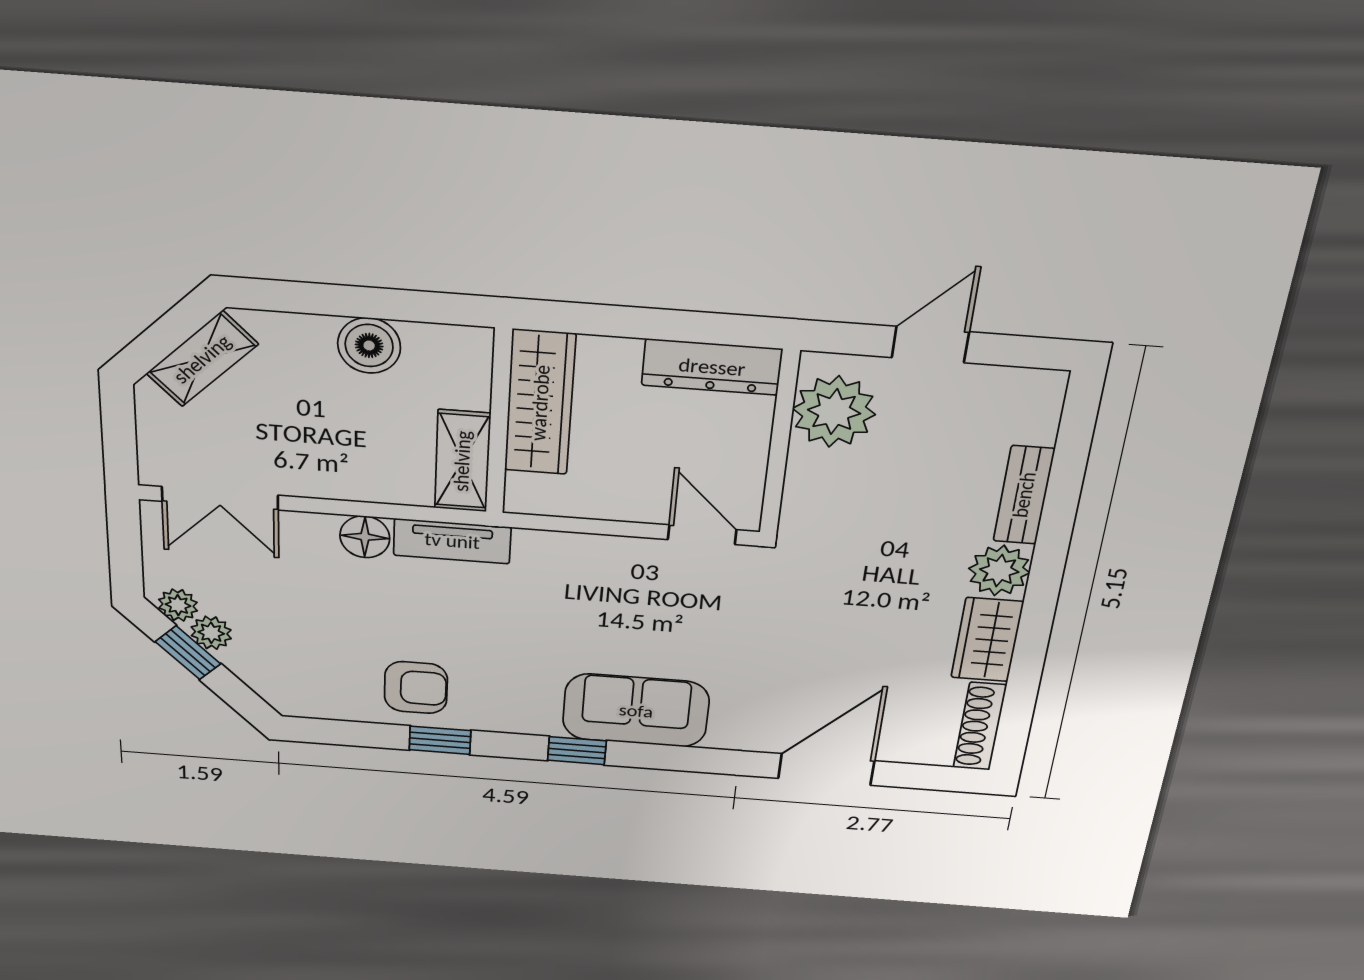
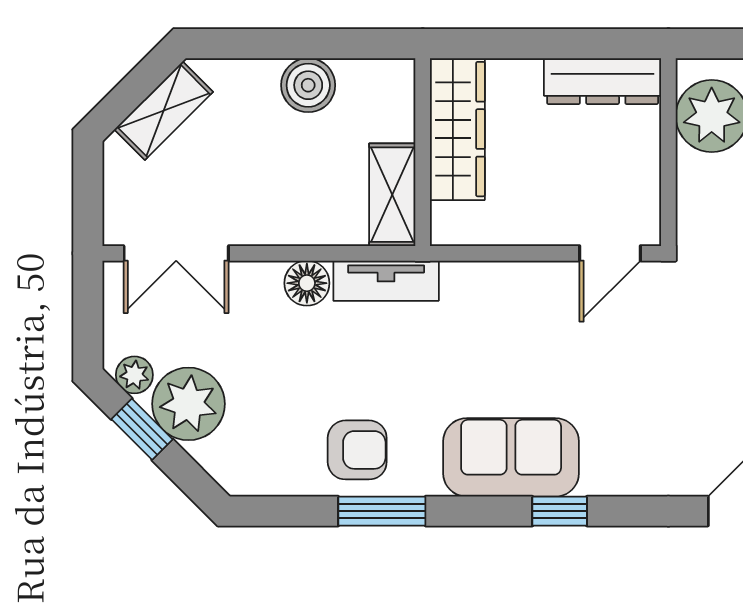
door: (702, 535) -> (610, 253), swing flipped
plant: (211, 633) -> (188, 404), width x1.87, depth x1.87
sofa: (636, 711) -> (511, 457), moved
window: (440, 740) -> (382, 511), width x1.50
window: (577, 751) -> (560, 511), moved

